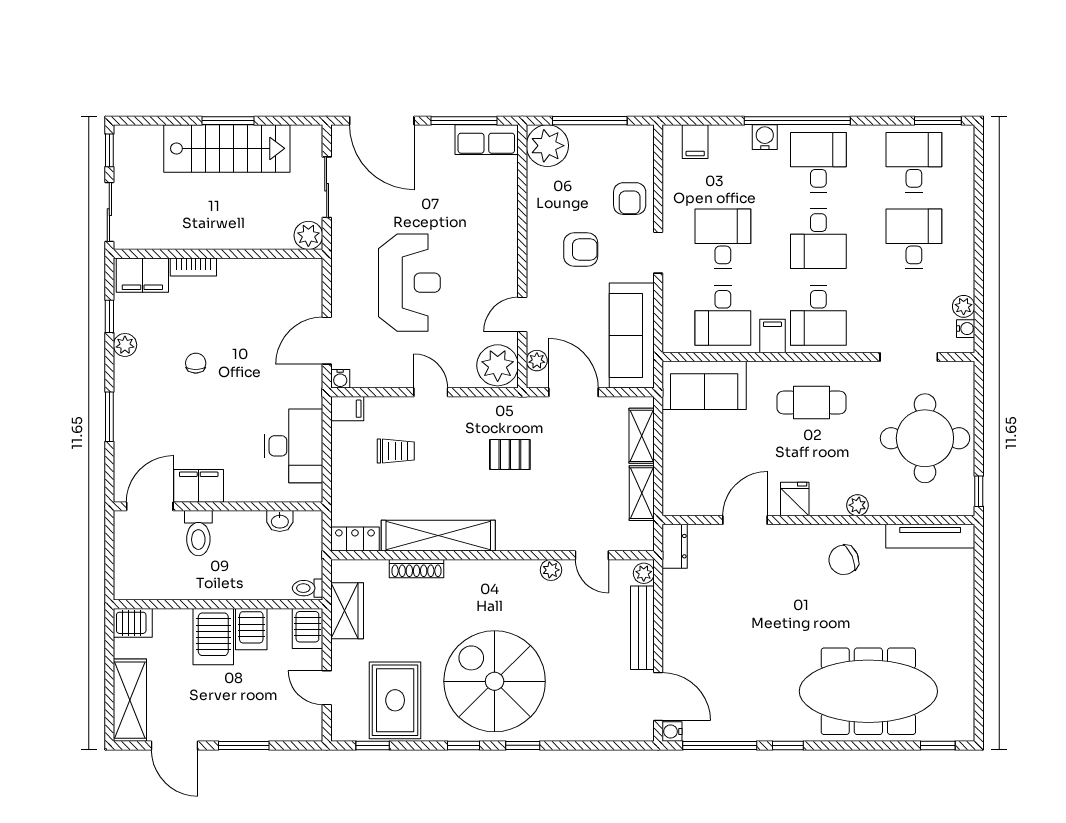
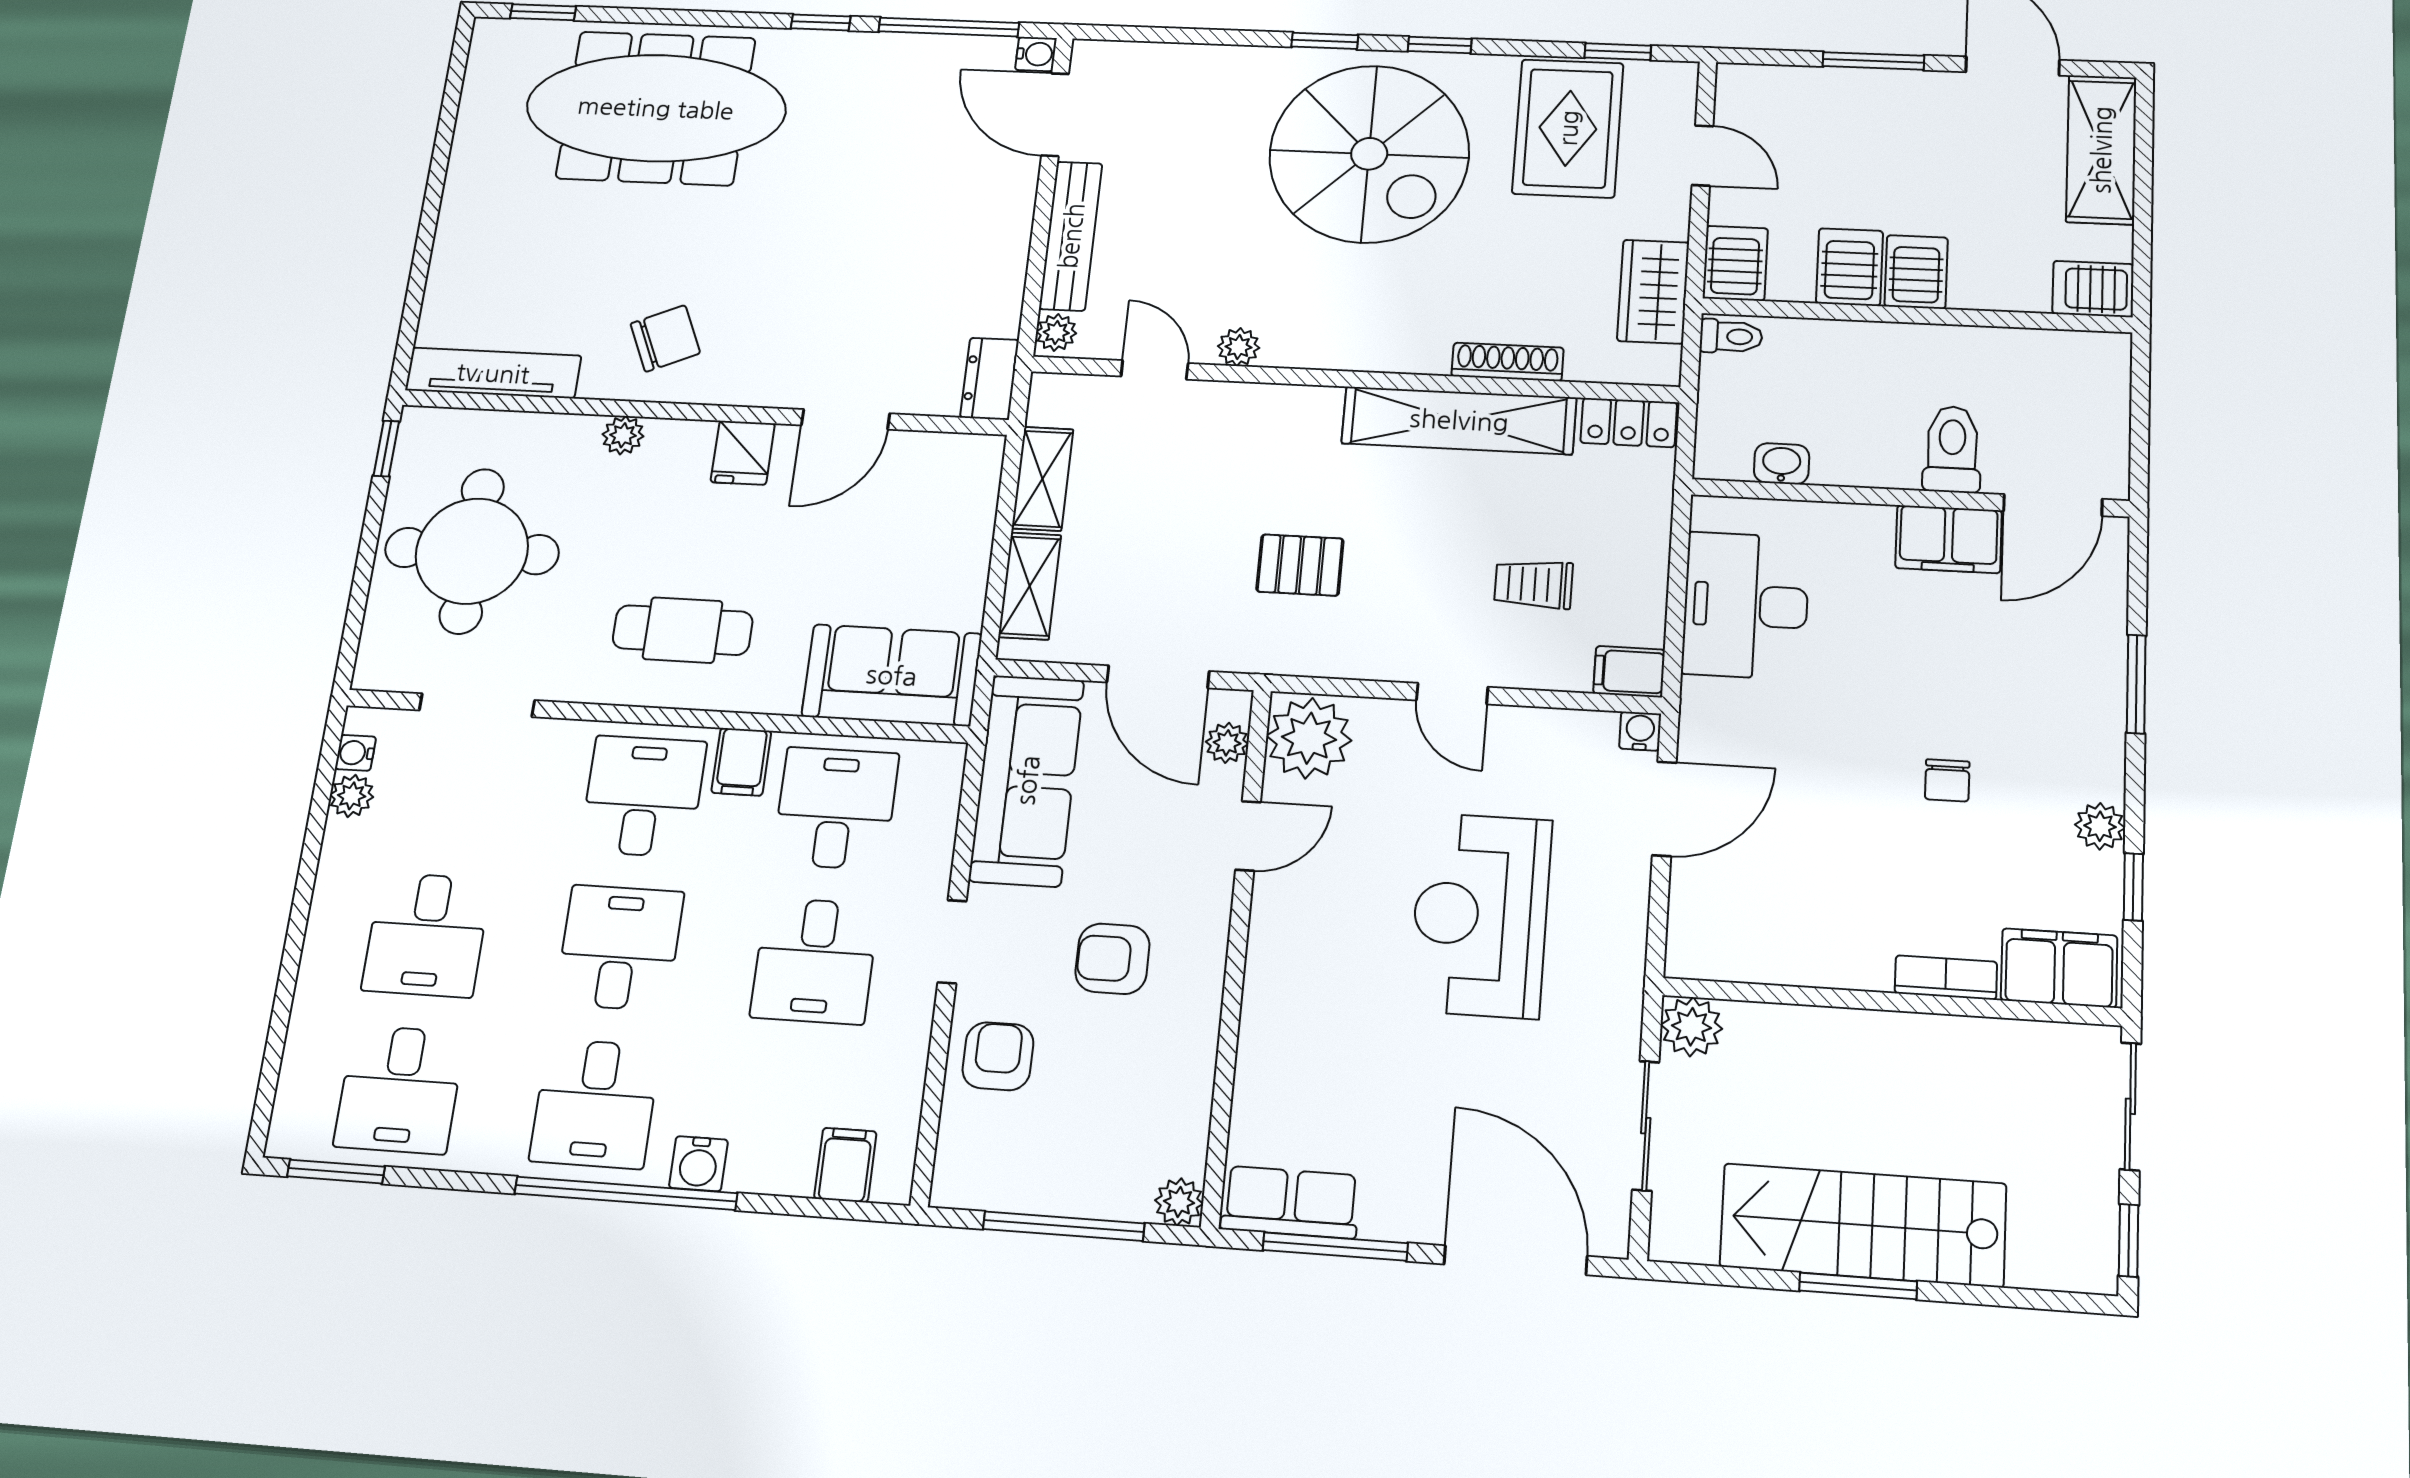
plant: (547, 146) -> (1179, 1202), width x0.53, depth x0.53
server rack: (213, 637) -> (1916, 272), width x0.73, depth x0.70

